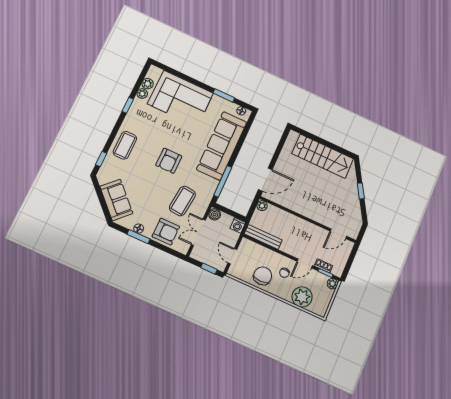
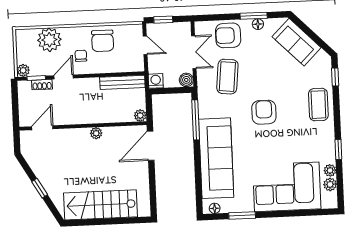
plant: (301, 209) -> (96, 133), added

